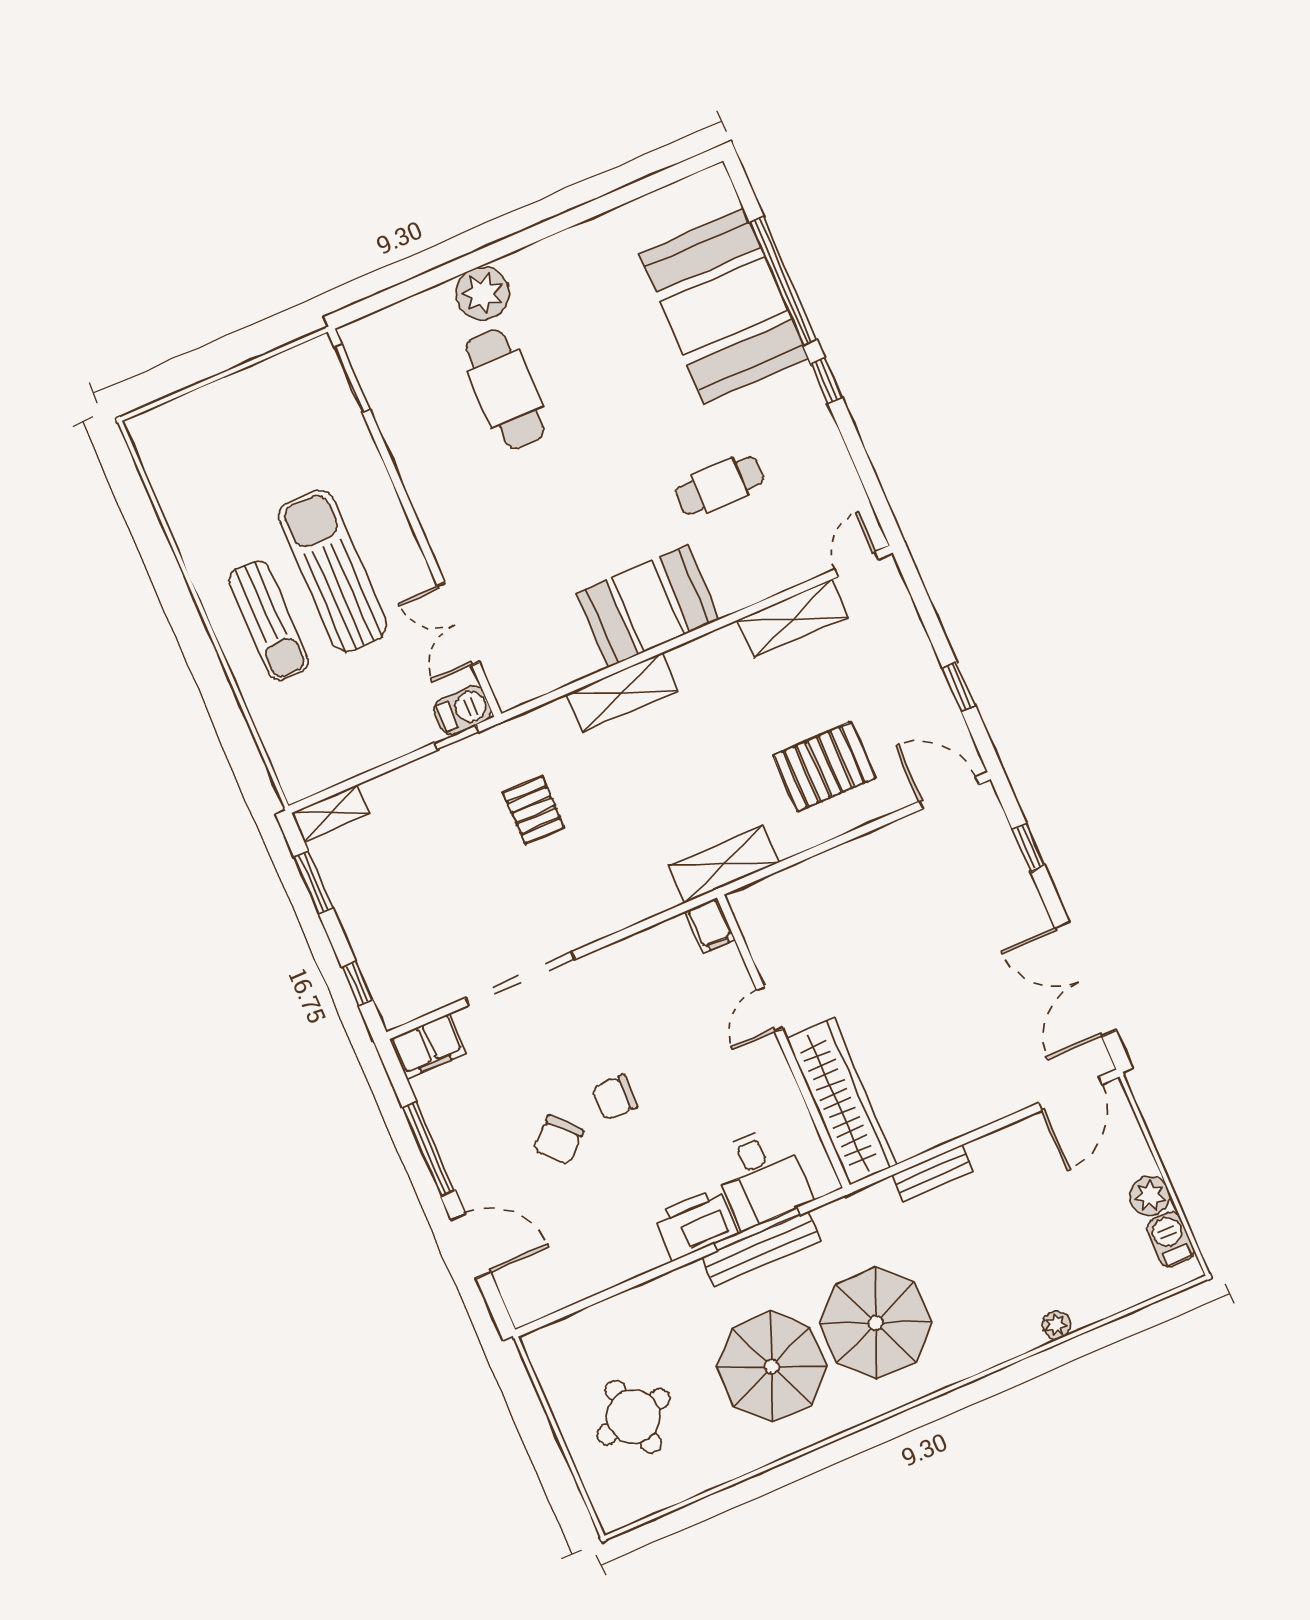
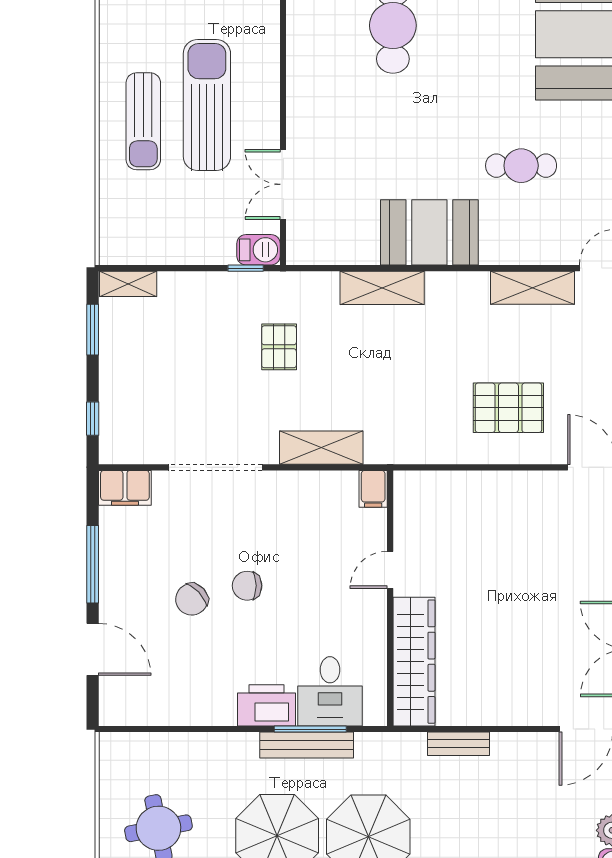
shelving: (724, 864) -> (321, 448), moved

